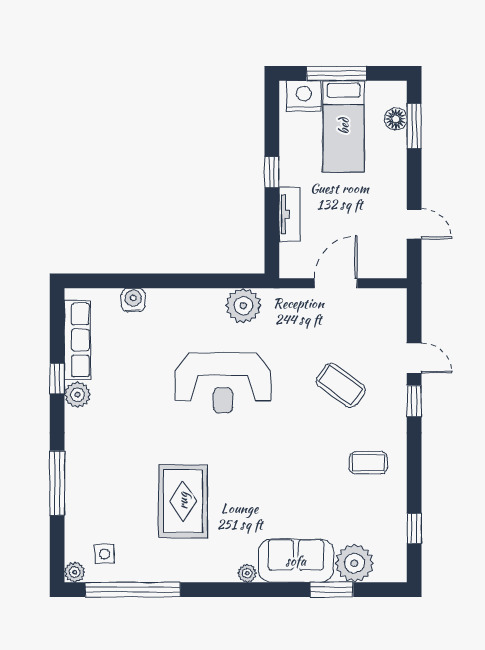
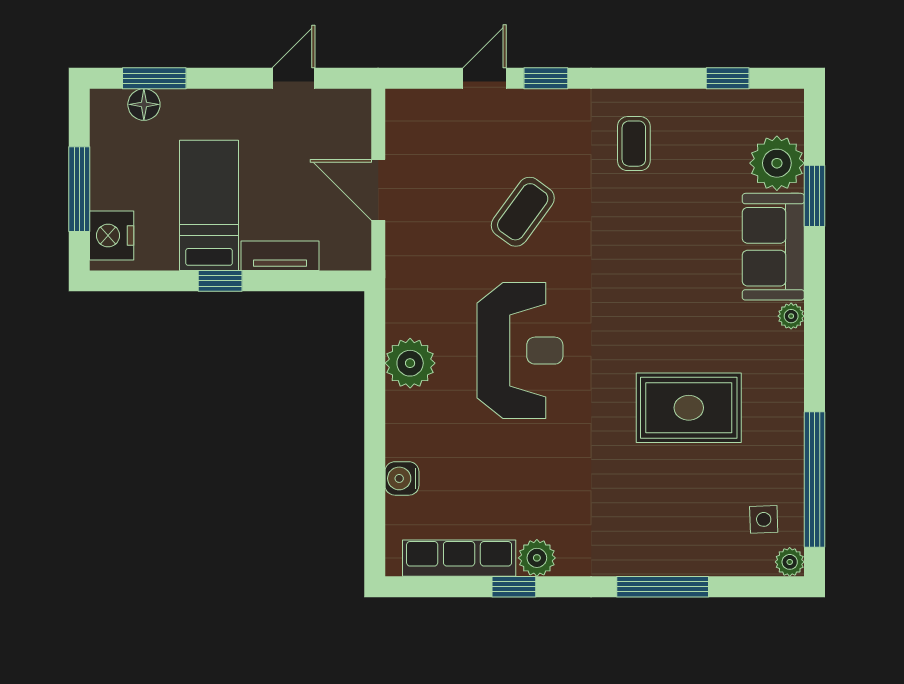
bed: (344, 126) -> (209, 205), moved, turned -90
plant: (243, 306) -> (410, 363), moved
coffee table: (341, 385) -> (523, 212), moved

